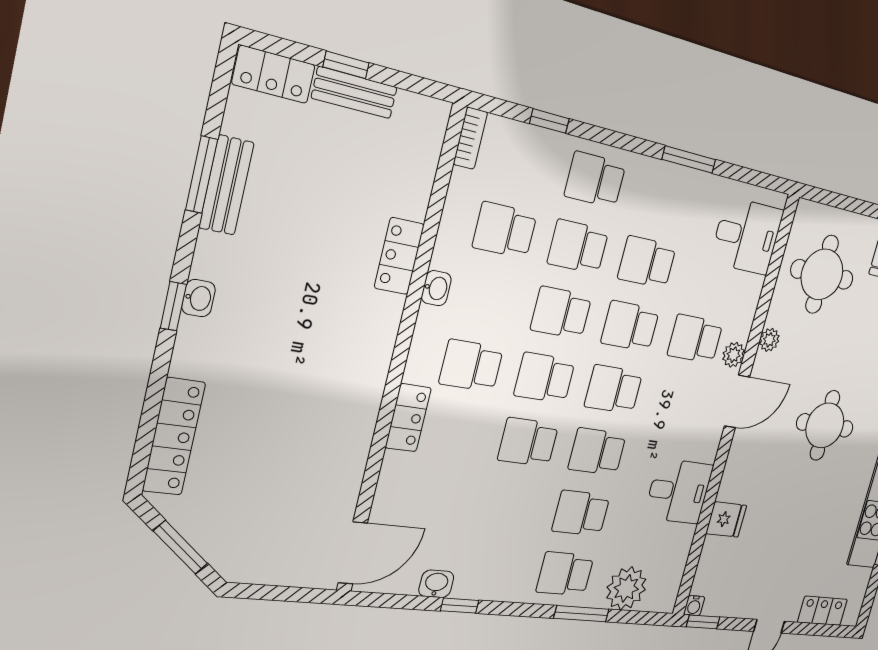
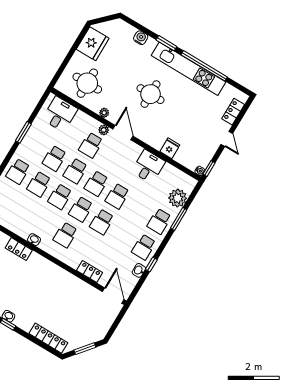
school desk: (505, 230) -> (23, 210), removed
locker: (408, 418) -> (90, 271), moved
school desk: (581, 513) -> (144, 247), moved

